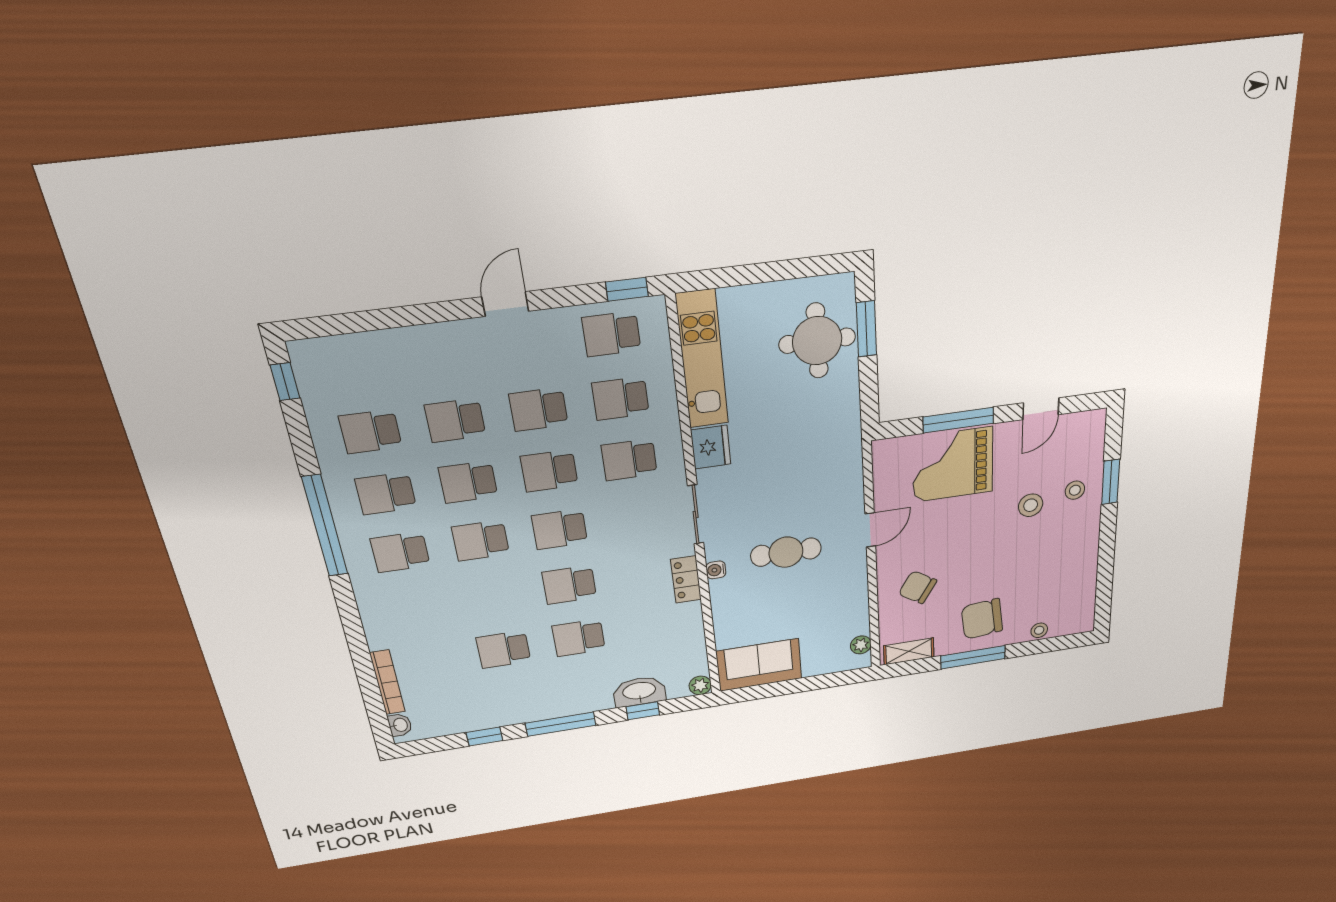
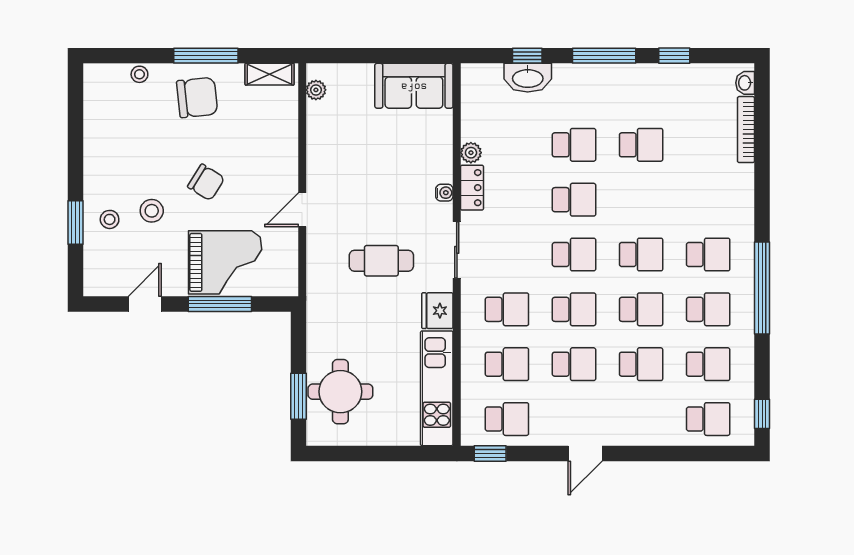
school desk: (354, 366) -> (708, 419), added
cafe table: (786, 552) -> (381, 261), moved
chair: (918, 587) -> (206, 182), moved
plant: (700, 685) -> (471, 153), moved

